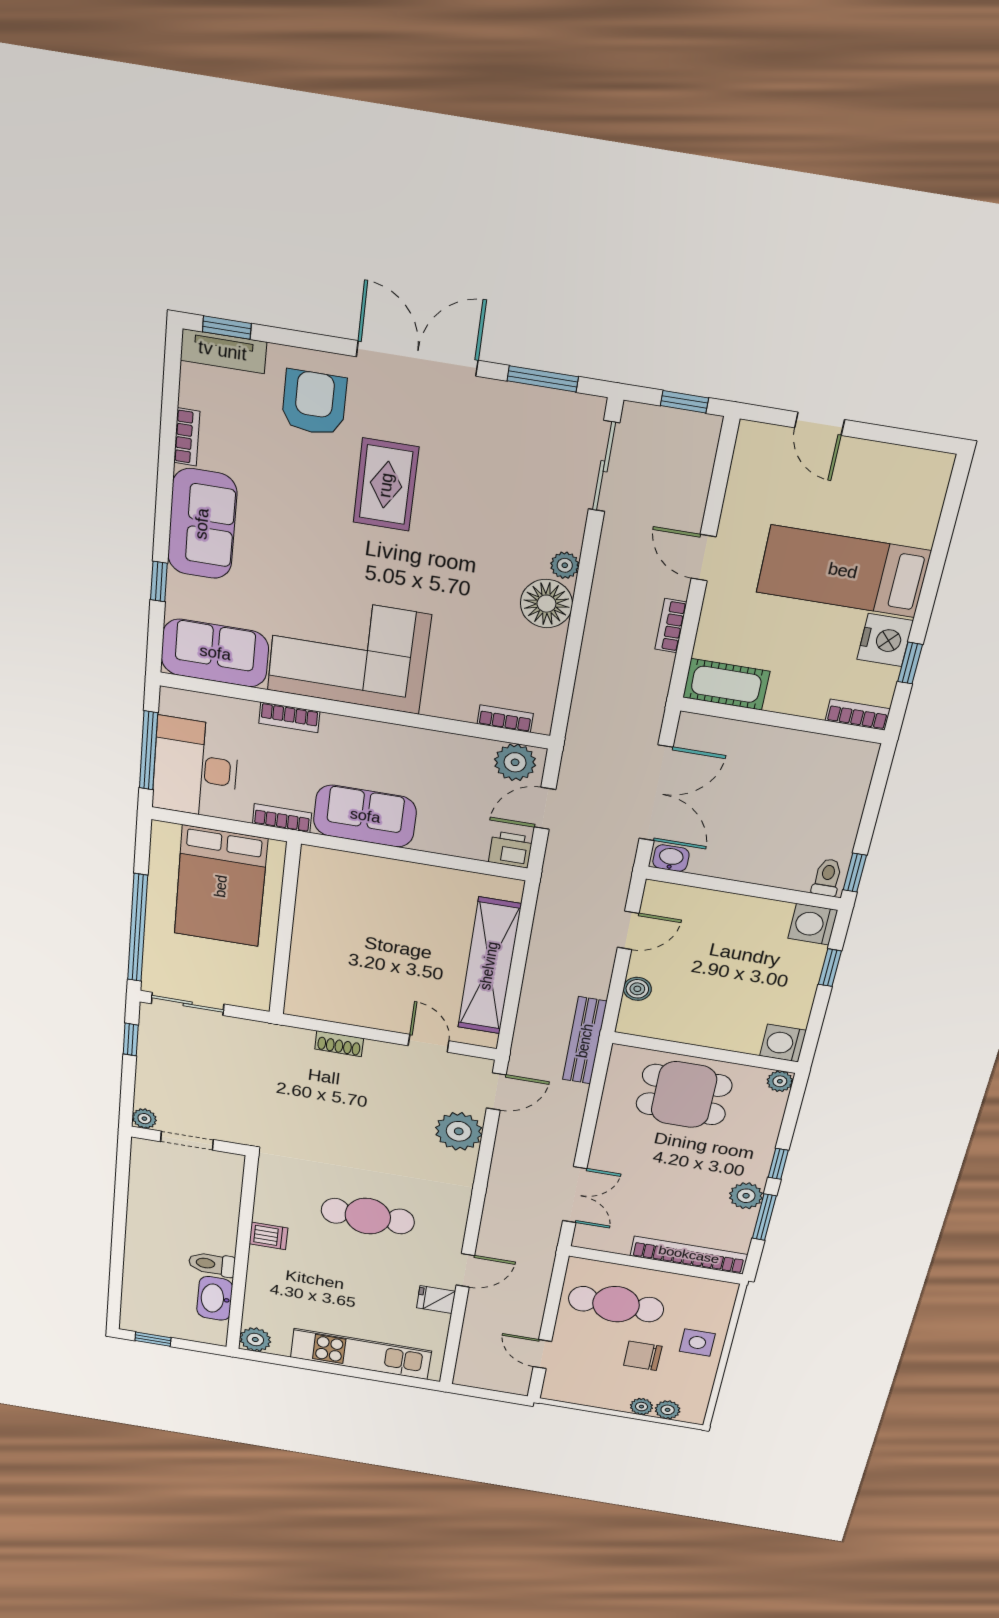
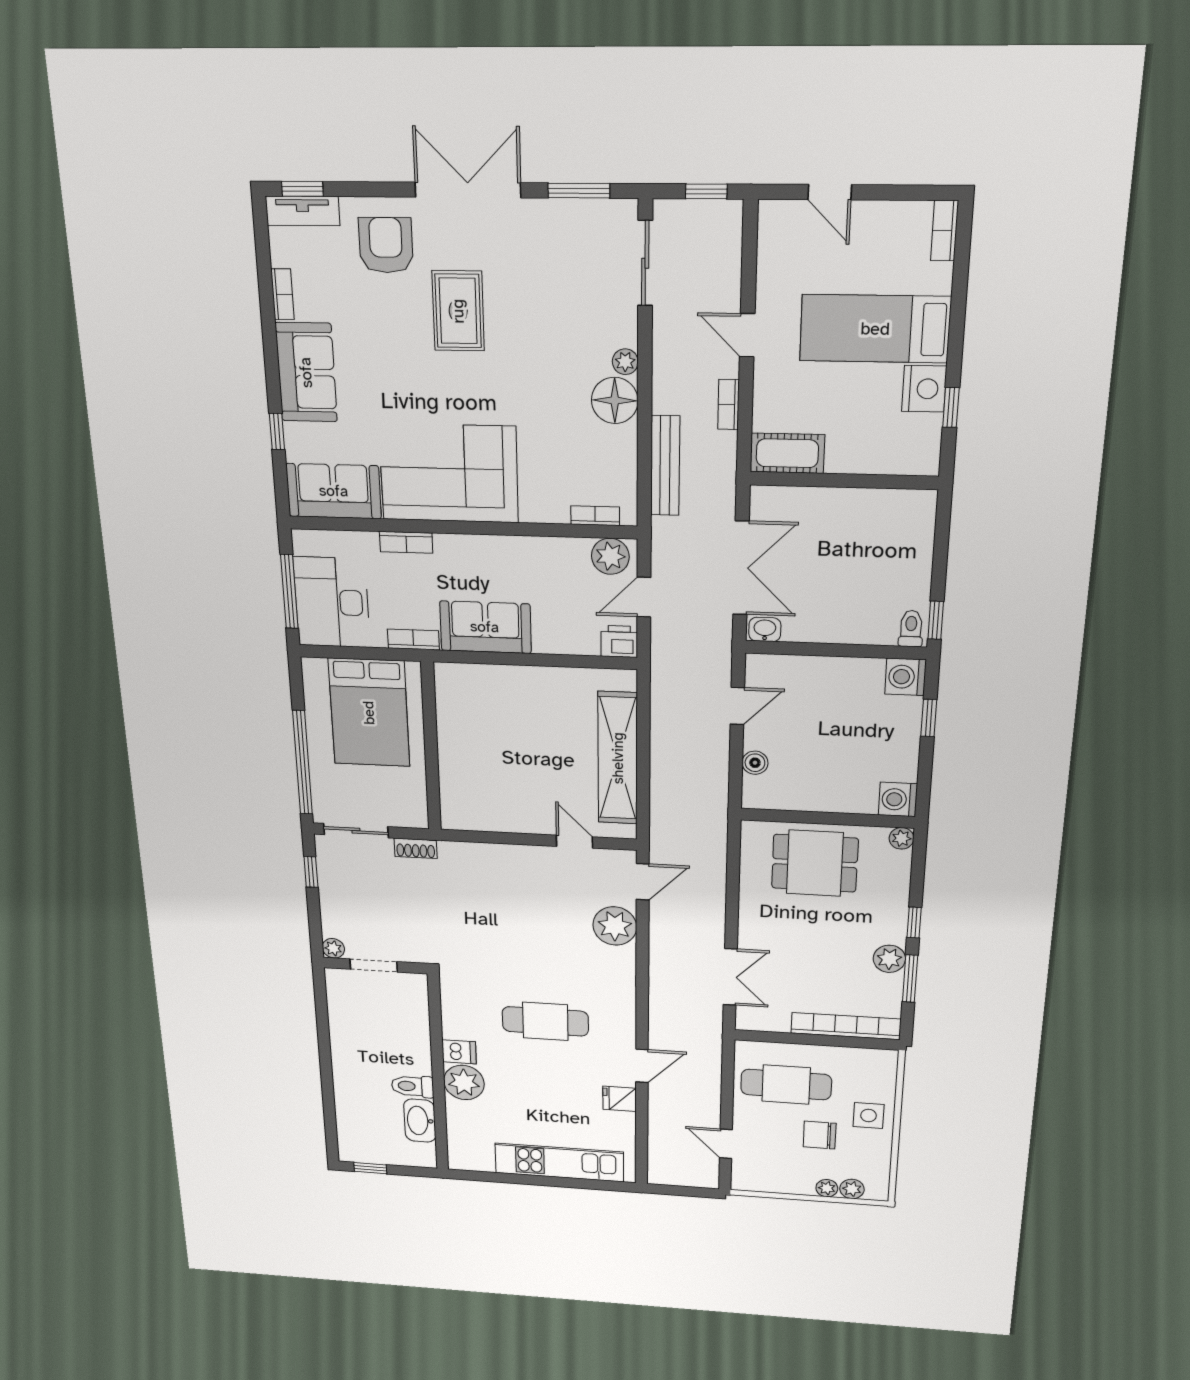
bookcase: (858, 715) -> (944, 231), moved, turned -90
bench: (585, 1041) -> (665, 466), moved
shoe rack: (339, 1044) -> (416, 848), moved
plant: (255, 1340) -> (464, 1082), moved, width x1.36, depth x1.36

